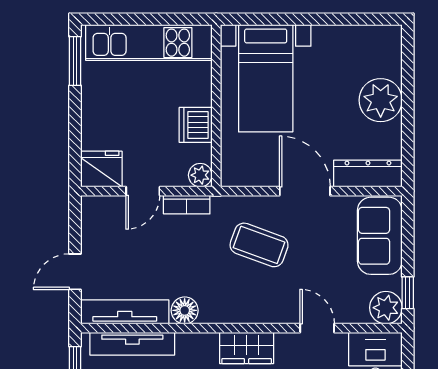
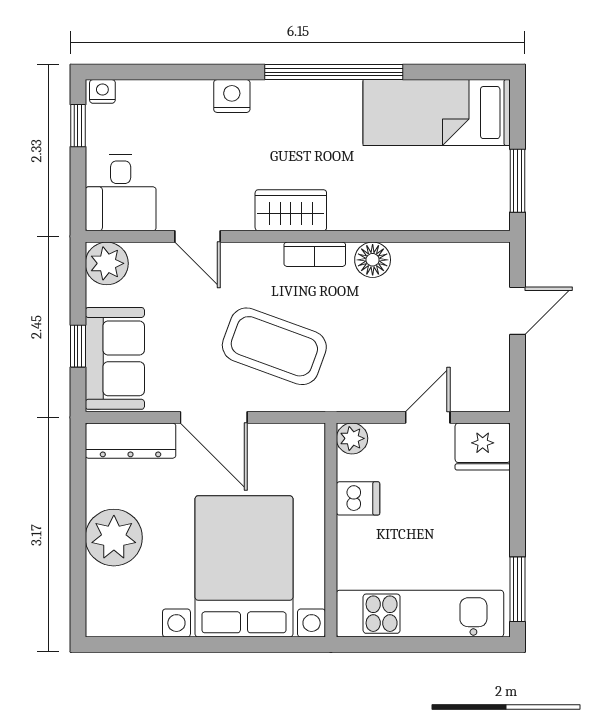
bed with nightstands: (266, 78) -> (244, 566), width x1.36
dishwasher: (196, 125) -> (358, 498), width x0.73
bookcase: (187, 205) -> (315, 254), moved, turned 180
coffee table: (259, 245) -> (274, 346), width x1.36, depth x1.32
window: (408, 293) -> (78, 346), moved
tv unit: (125, 312) -> (452, 258), removed
tv unit: (132, 344) -> (442, 216), removed

